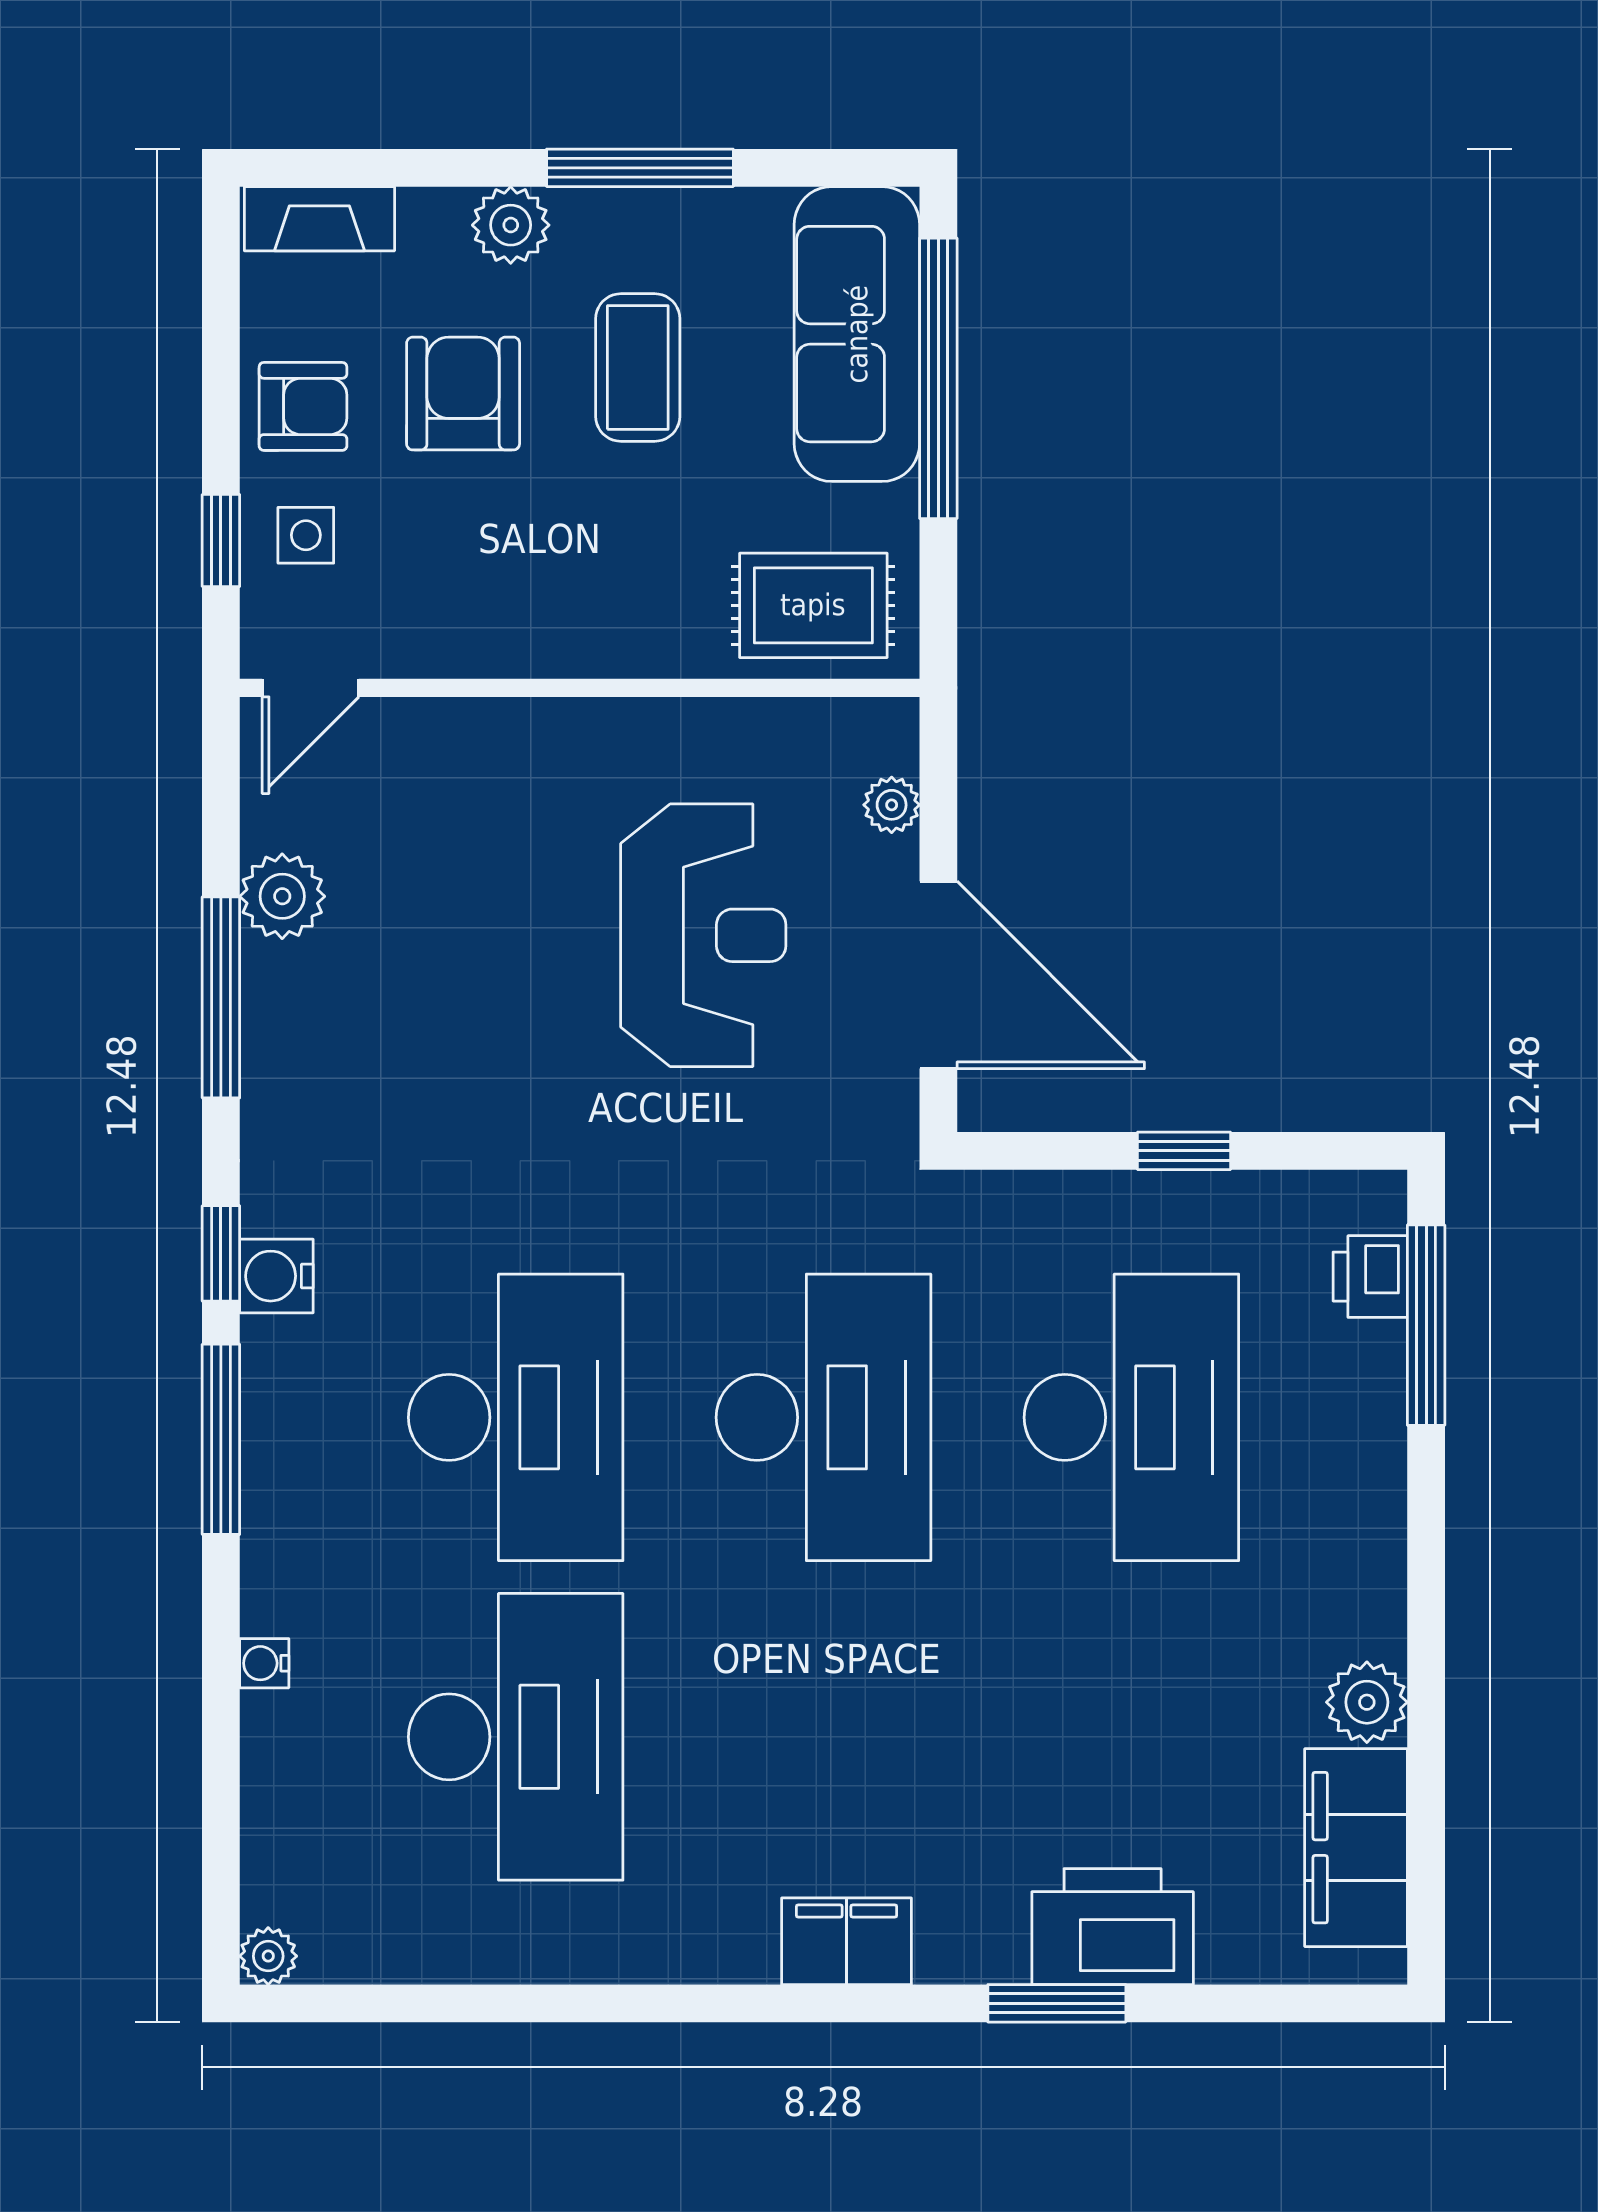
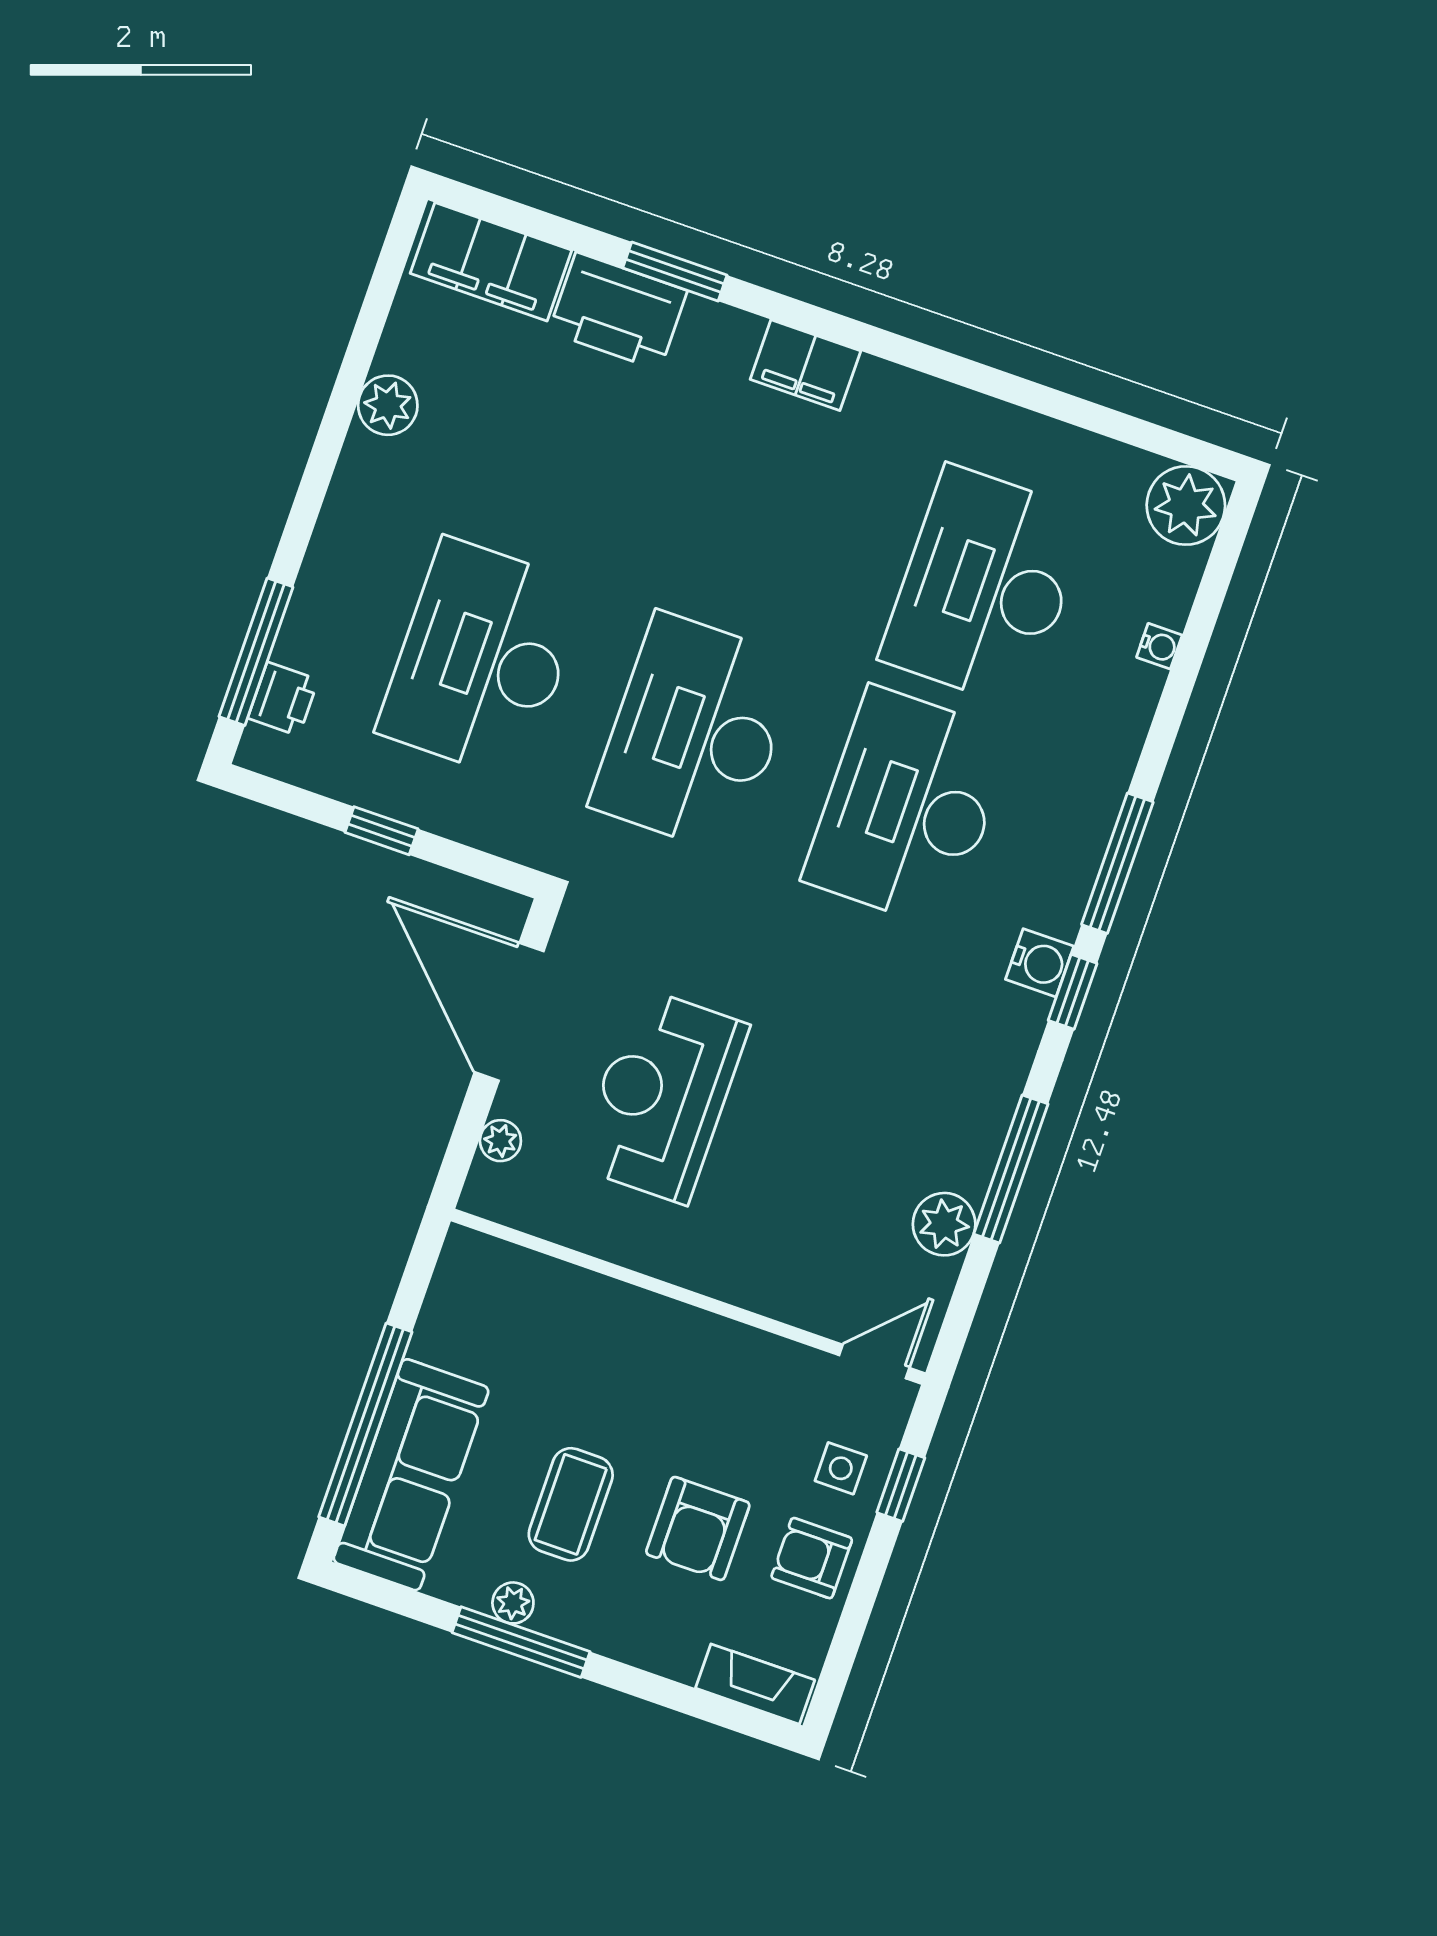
plant: (511, 225) -> (513, 1603), moved, width x0.73, depth x0.73
rug: (813, 605) -> (506, 1297), removed
water cooler: (264, 1663) -> (1159, 646), moved
filing cabinet: (1356, 1848) -> (491, 262), moved, turned 90
plant: (268, 1956) -> (1186, 506), width x1.88, depth x1.88

